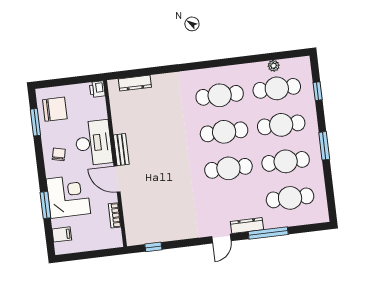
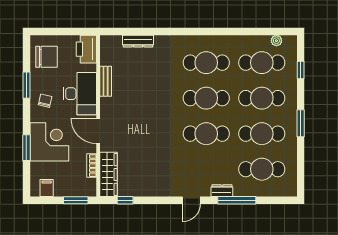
plant: (274, 66) -> (276, 41), moved
dresser: (135, 83) -> (138, 41), moved
printer: (97, 89) -> (86, 49), width x1.87, depth x1.48
window: (35, 122) -> (26, 85), moved
bench: (121, 150) -> (106, 81), moved
wardrobe: (133, 222) -> (108, 174), added
dresser: (247, 226) -> (222, 191), width x0.70
filing cabinet: (62, 234) -> (47, 188), moved, turned -90
window: (103, 253) -> (76, 200), added

